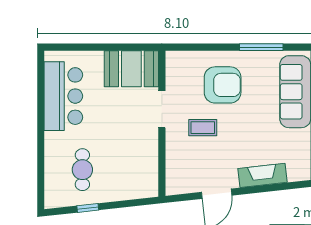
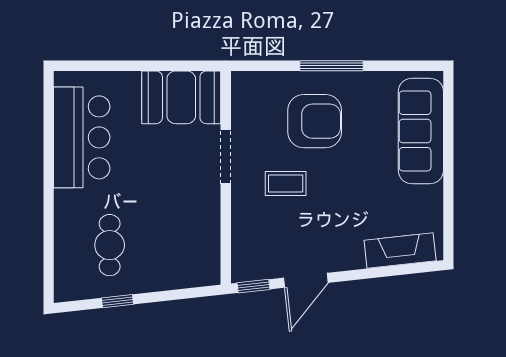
window: (261, 47) -> (331, 66), moved
fireplace: (262, 175) -> (400, 250), moved
window: (181, 198) -> (253, 286), added

